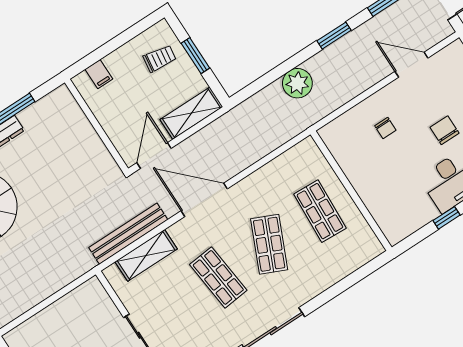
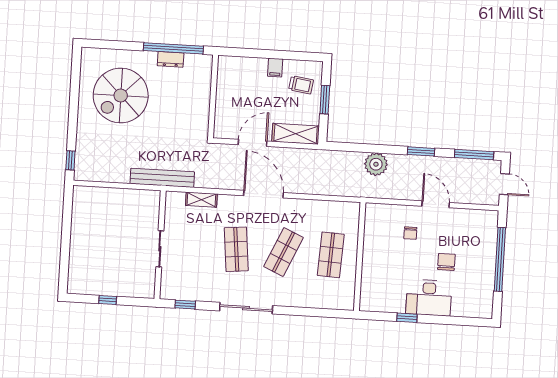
door: (411, 65) -> (436, 204), moved
filing cabinet: (99, 74) -> (275, 68), moved
wall: (96, 125) -> (213, 96), moved
bench: (128, 234) -> (162, 178), moved
shelving: (146, 255) -> (201, 200), width x0.67, depth x0.75

